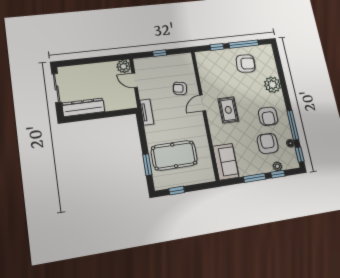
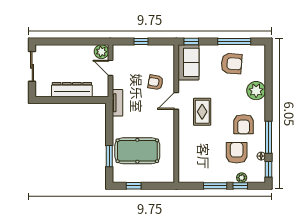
window: (217, 47) -> (191, 41), moved
dresser: (83, 107) -> (72, 90), moved
sofa: (226, 162) -> (189, 62), moved

